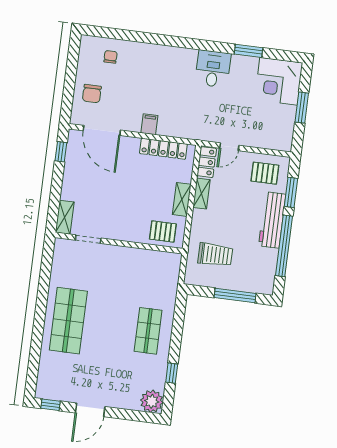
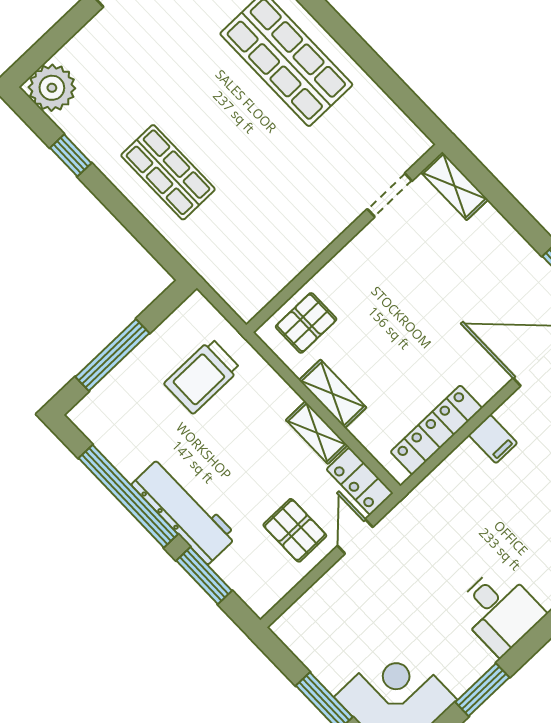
pallet: (265, 173) -> (295, 530), moved, turned 90

